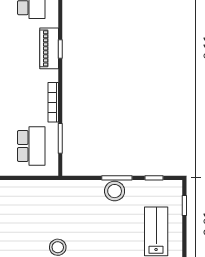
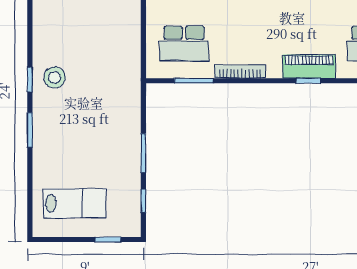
stool: (115, 191) -> (126, 150), removed

